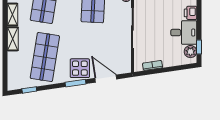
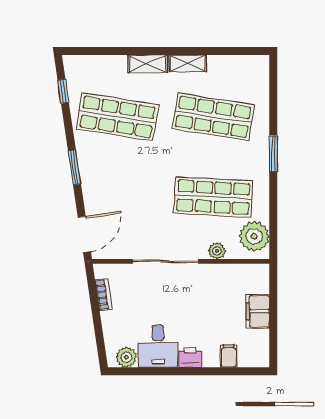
window: (199, 47) -> (134, 371), removed
display table: (80, 68) -> (99, 175), removed
door: (106, 79) -> (84, 234), moved

